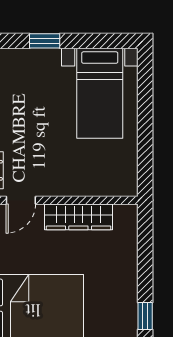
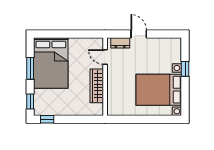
bed with nightstands: (100, 93) -> (159, 90), width x1.36

